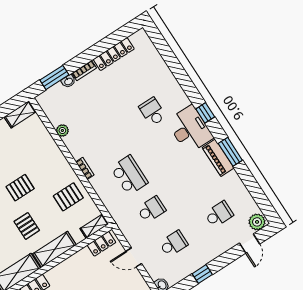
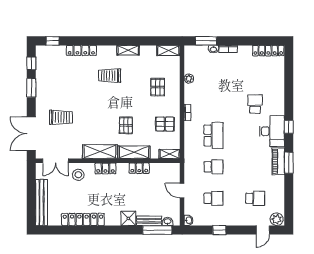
locker: (114, 54) -> (268, 51), moved
pallet: (20, 188) -> (158, 87), moved, turned 90
locker: (101, 244) -> (139, 168), moved

